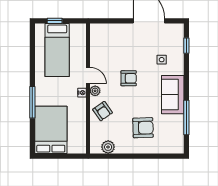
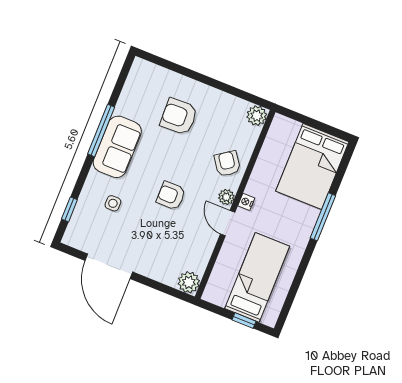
plant: (97, 31) -> (189, 282), added
window: (186, 117) -> (101, 130), moved
plant: (108, 147) -> (257, 116), moved

